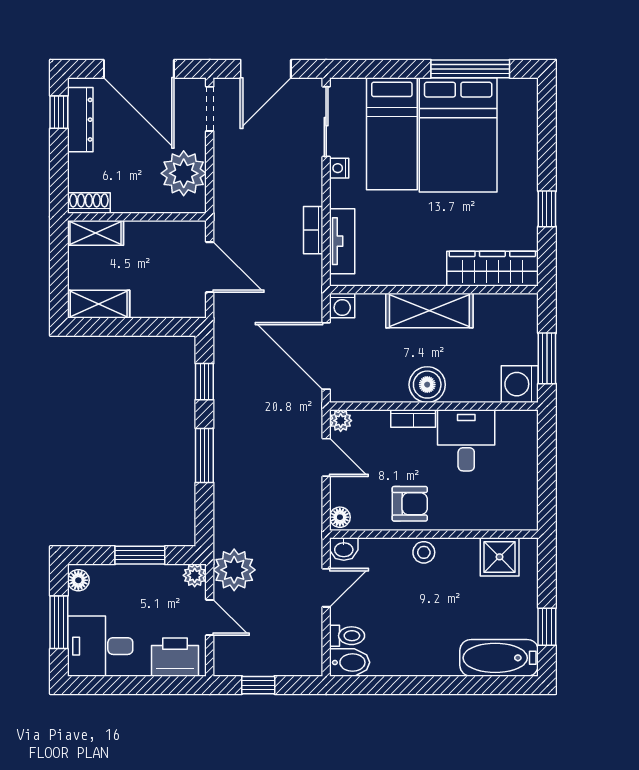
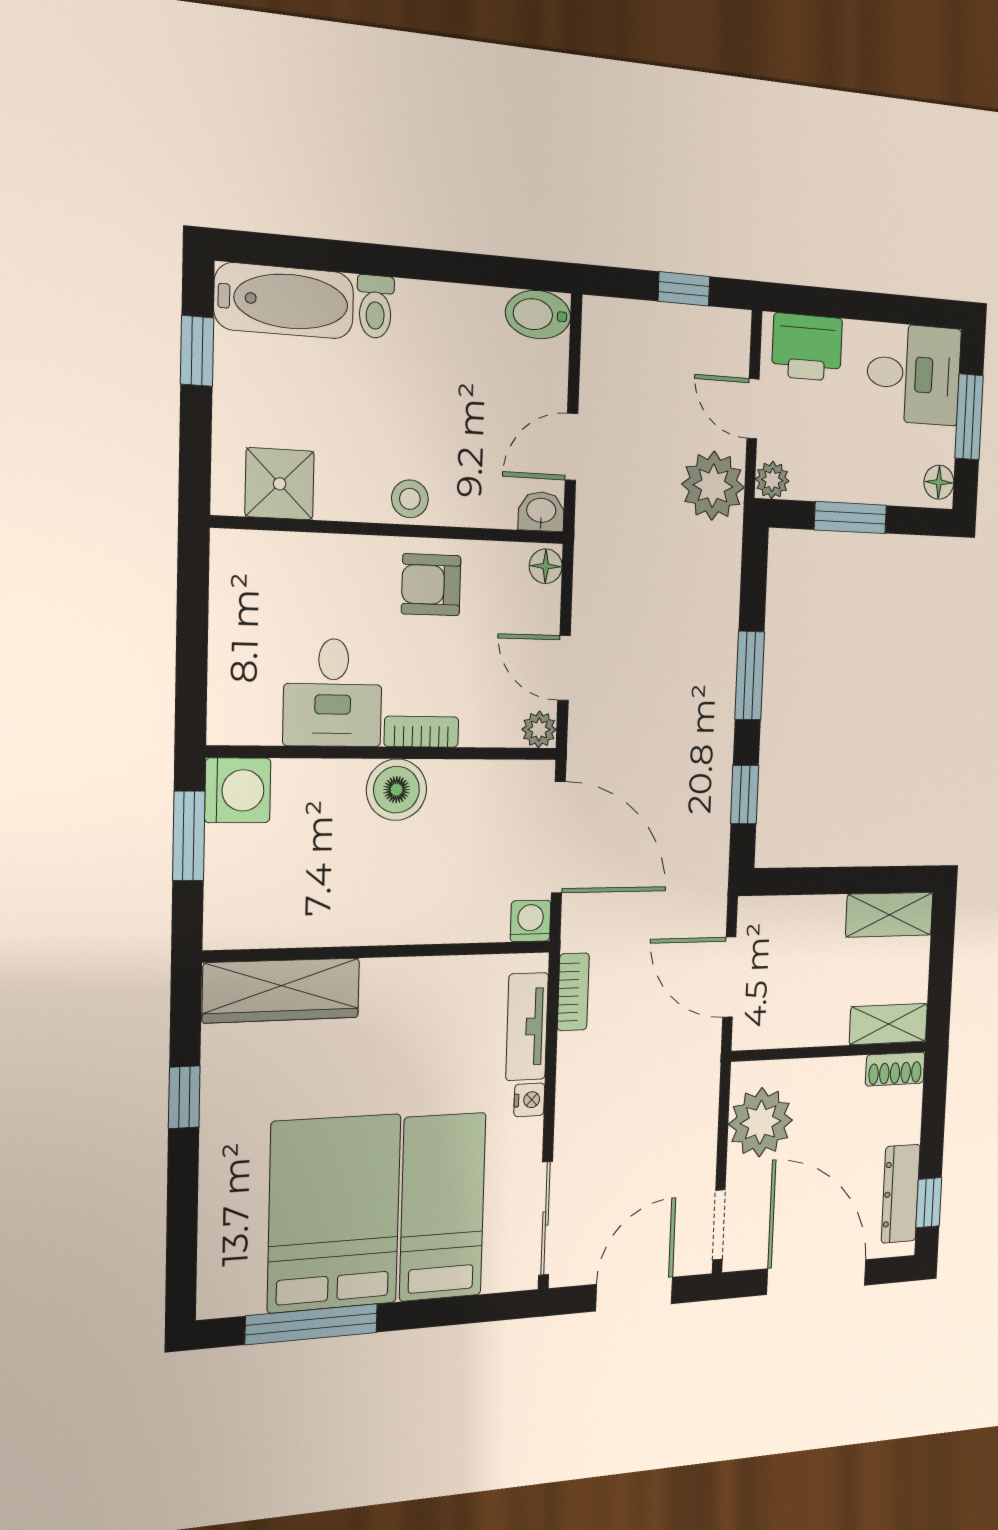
nightstand: (339, 168) -> (529, 1100), moved
bookcase: (313, 230) -> (573, 992), moved
shelving: (429, 310) -> (390, 916), removed
toilet: (347, 636) -> (375, 307), moved, turned -90

